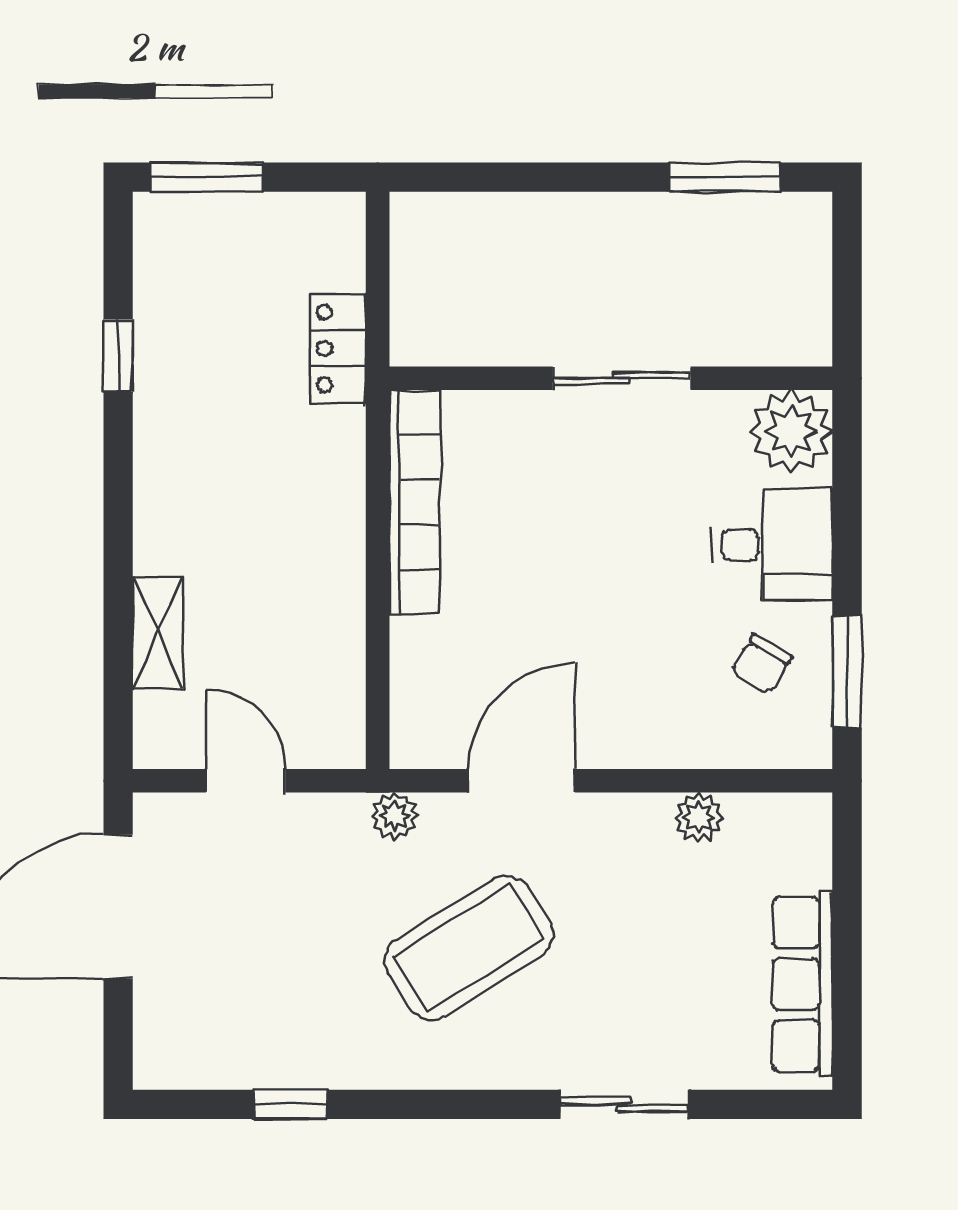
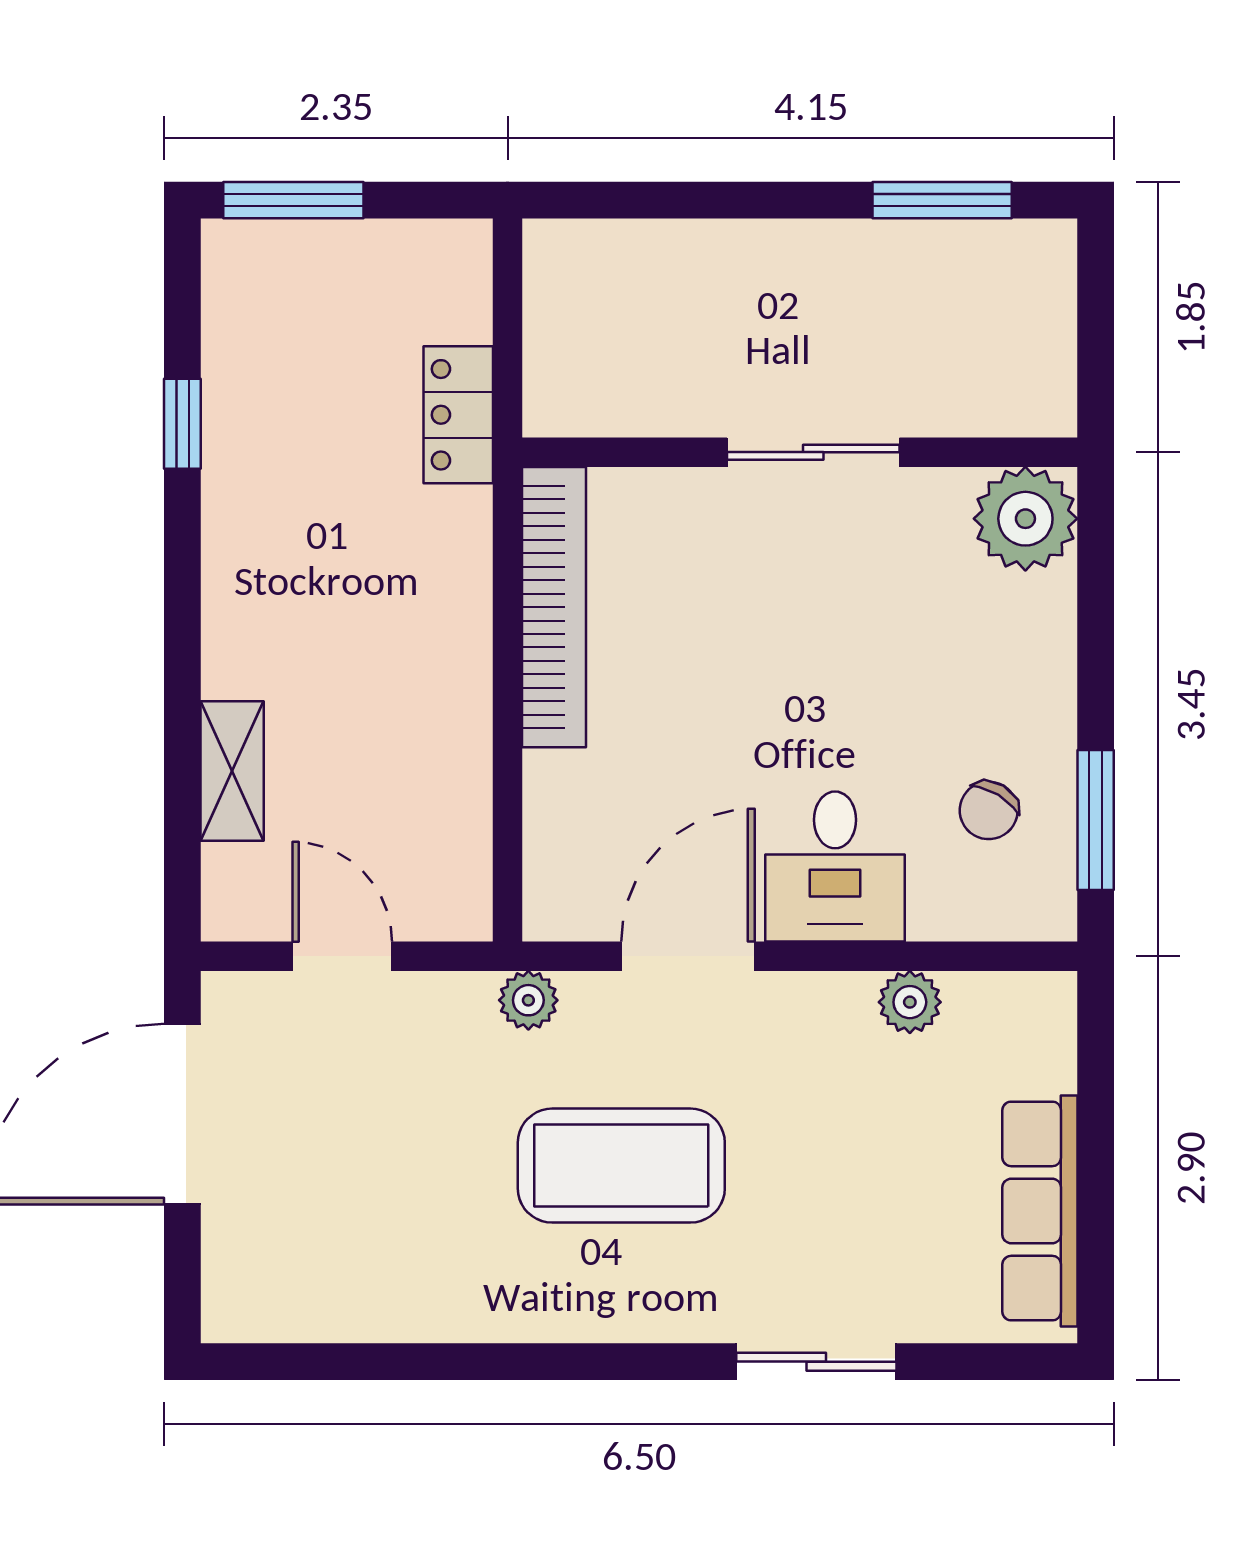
desk: (772, 545) -> (835, 867), moved, turned 90
coffee table: (468, 948) -> (621, 1166), turned 32
window: (290, 1104) -> (398, 1362), removed

